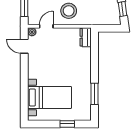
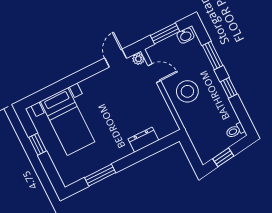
dresser: (86, 37) -> (143, 140), moved
window: (67, 124) -> (38, 144), moved

